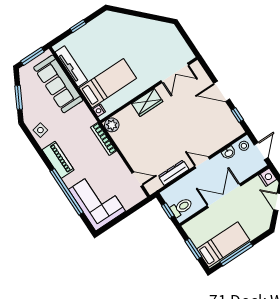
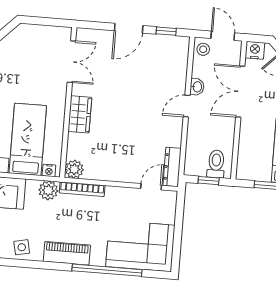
plant: (87, 119) -> (48, 190), added
washbasin: (229, 153) -> (197, 87), moved
dresser: (174, 173) -> (172, 167), moved
double door: (224, 196) -> (240, 92), moved

